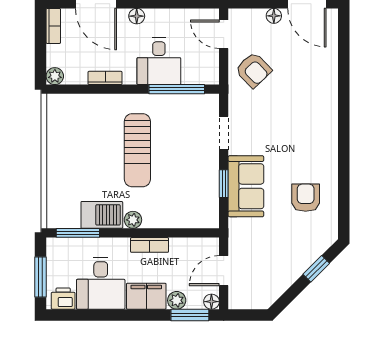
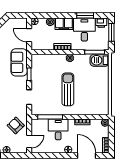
door: (224, 34) -> (29, 141), hinge flipped
sofa: (246, 186) -> (19, 62), moved
barbecue: (102, 215) -> (100, 60), moved
door: (224, 271) -> (29, 35), swing flipped
window: (190, 315) -> (85, 15), moved

